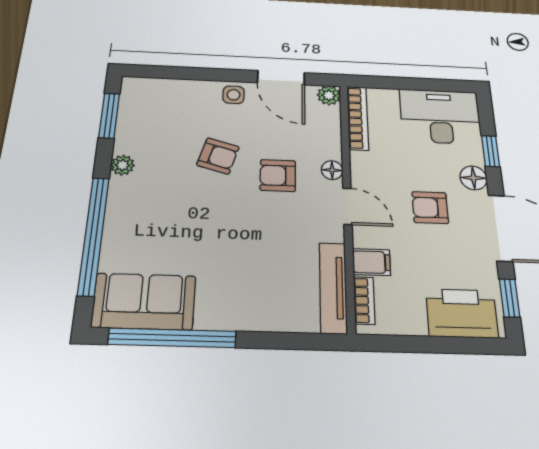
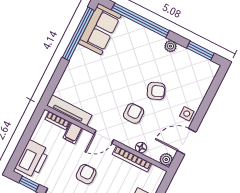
bookcase: (358, 118) -> (132, 159), moved
armchair: (218, 156) -> (156, 91), turned -127
floor lamp: (332, 170) -> (141, 148), moved

